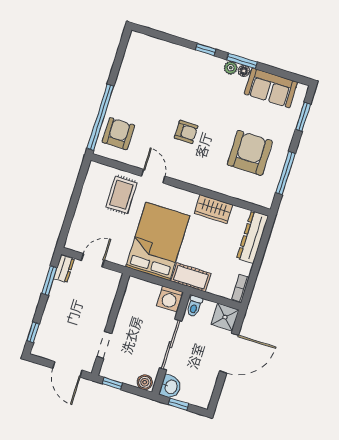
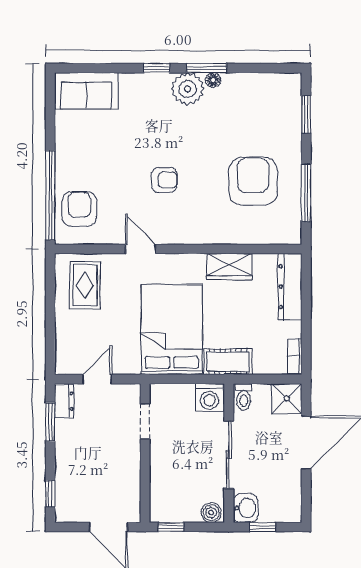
plant: (231, 68) -> (188, 89), width x1.88, depth x1.88
sofa: (271, 88) -> (86, 91), moved
rug: (121, 195) -> (85, 285), moved
doorway: (104, 345) -> (145, 421), moved

